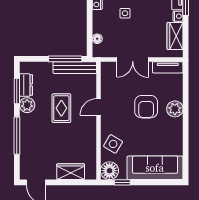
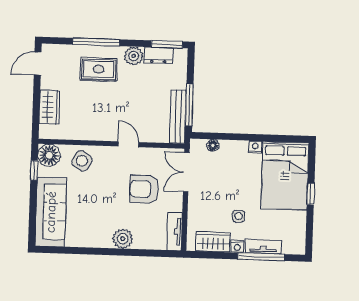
side table: (125, 13) -> (239, 216), moved
double door: (133, 59) -> (186, 172), moved
window: (17, 91) -> (167, 44), moved
armchair: (146, 107) -> (144, 189), moved
rug: (61, 108) -> (99, 69), moved

